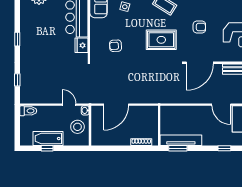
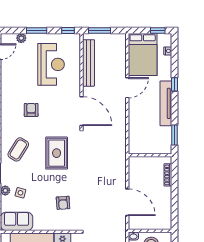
armchair: (199, 27) -> (31, 110), moved
tv unit: (181, 140) -> (166, 103), moved

